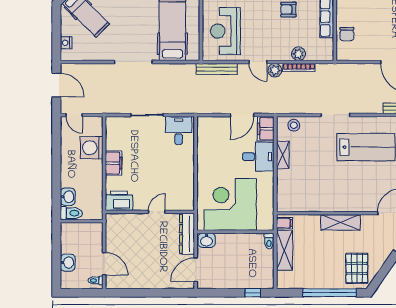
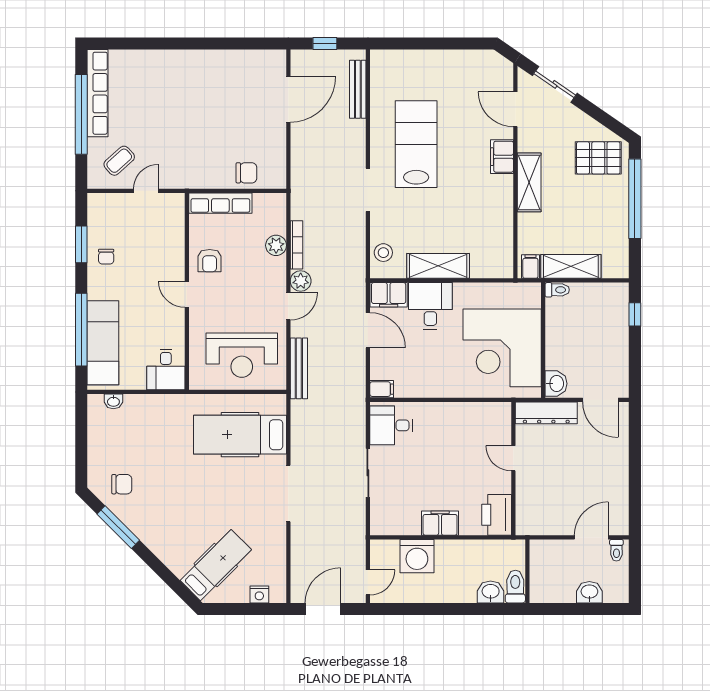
filing cabinet: (203, 124) -> (382, 389), added
shelving: (283, 155) -> (438, 266), width x1.50, depth x1.33
filing cabinet: (358, 204) -> (502, 157), added

